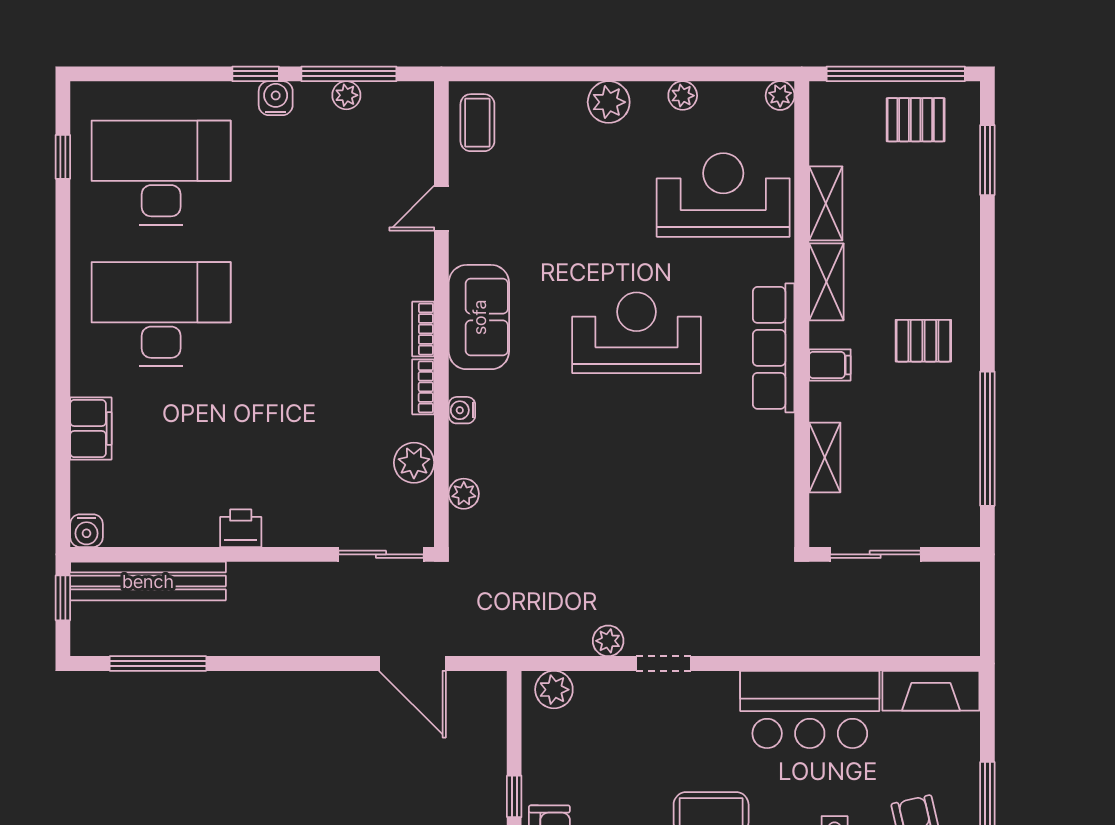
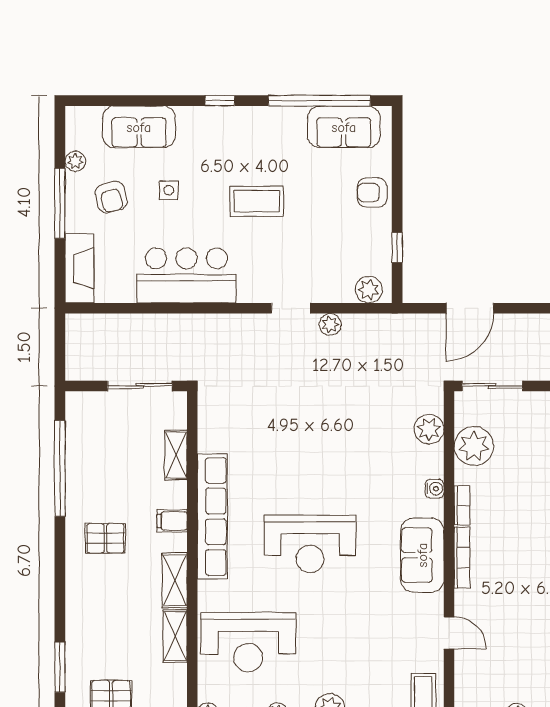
door: (441, 208) -> (449, 633), hinge flipped
bookcase: (423, 329) -> (462, 558), width x1.56
row of seats: (774, 348) -> (212, 516), width x1.36
plant: (414, 463) -> (474, 446), width x1.36, depth x1.36
plant: (464, 494) -> (429, 429), width x1.38, depth x1.38
door: (412, 663) -> (470, 308), swing flipped
fireplace: (931, 691) -> (79, 268), moved, turned 90
window: (514, 796) -> (397, 247), moved

